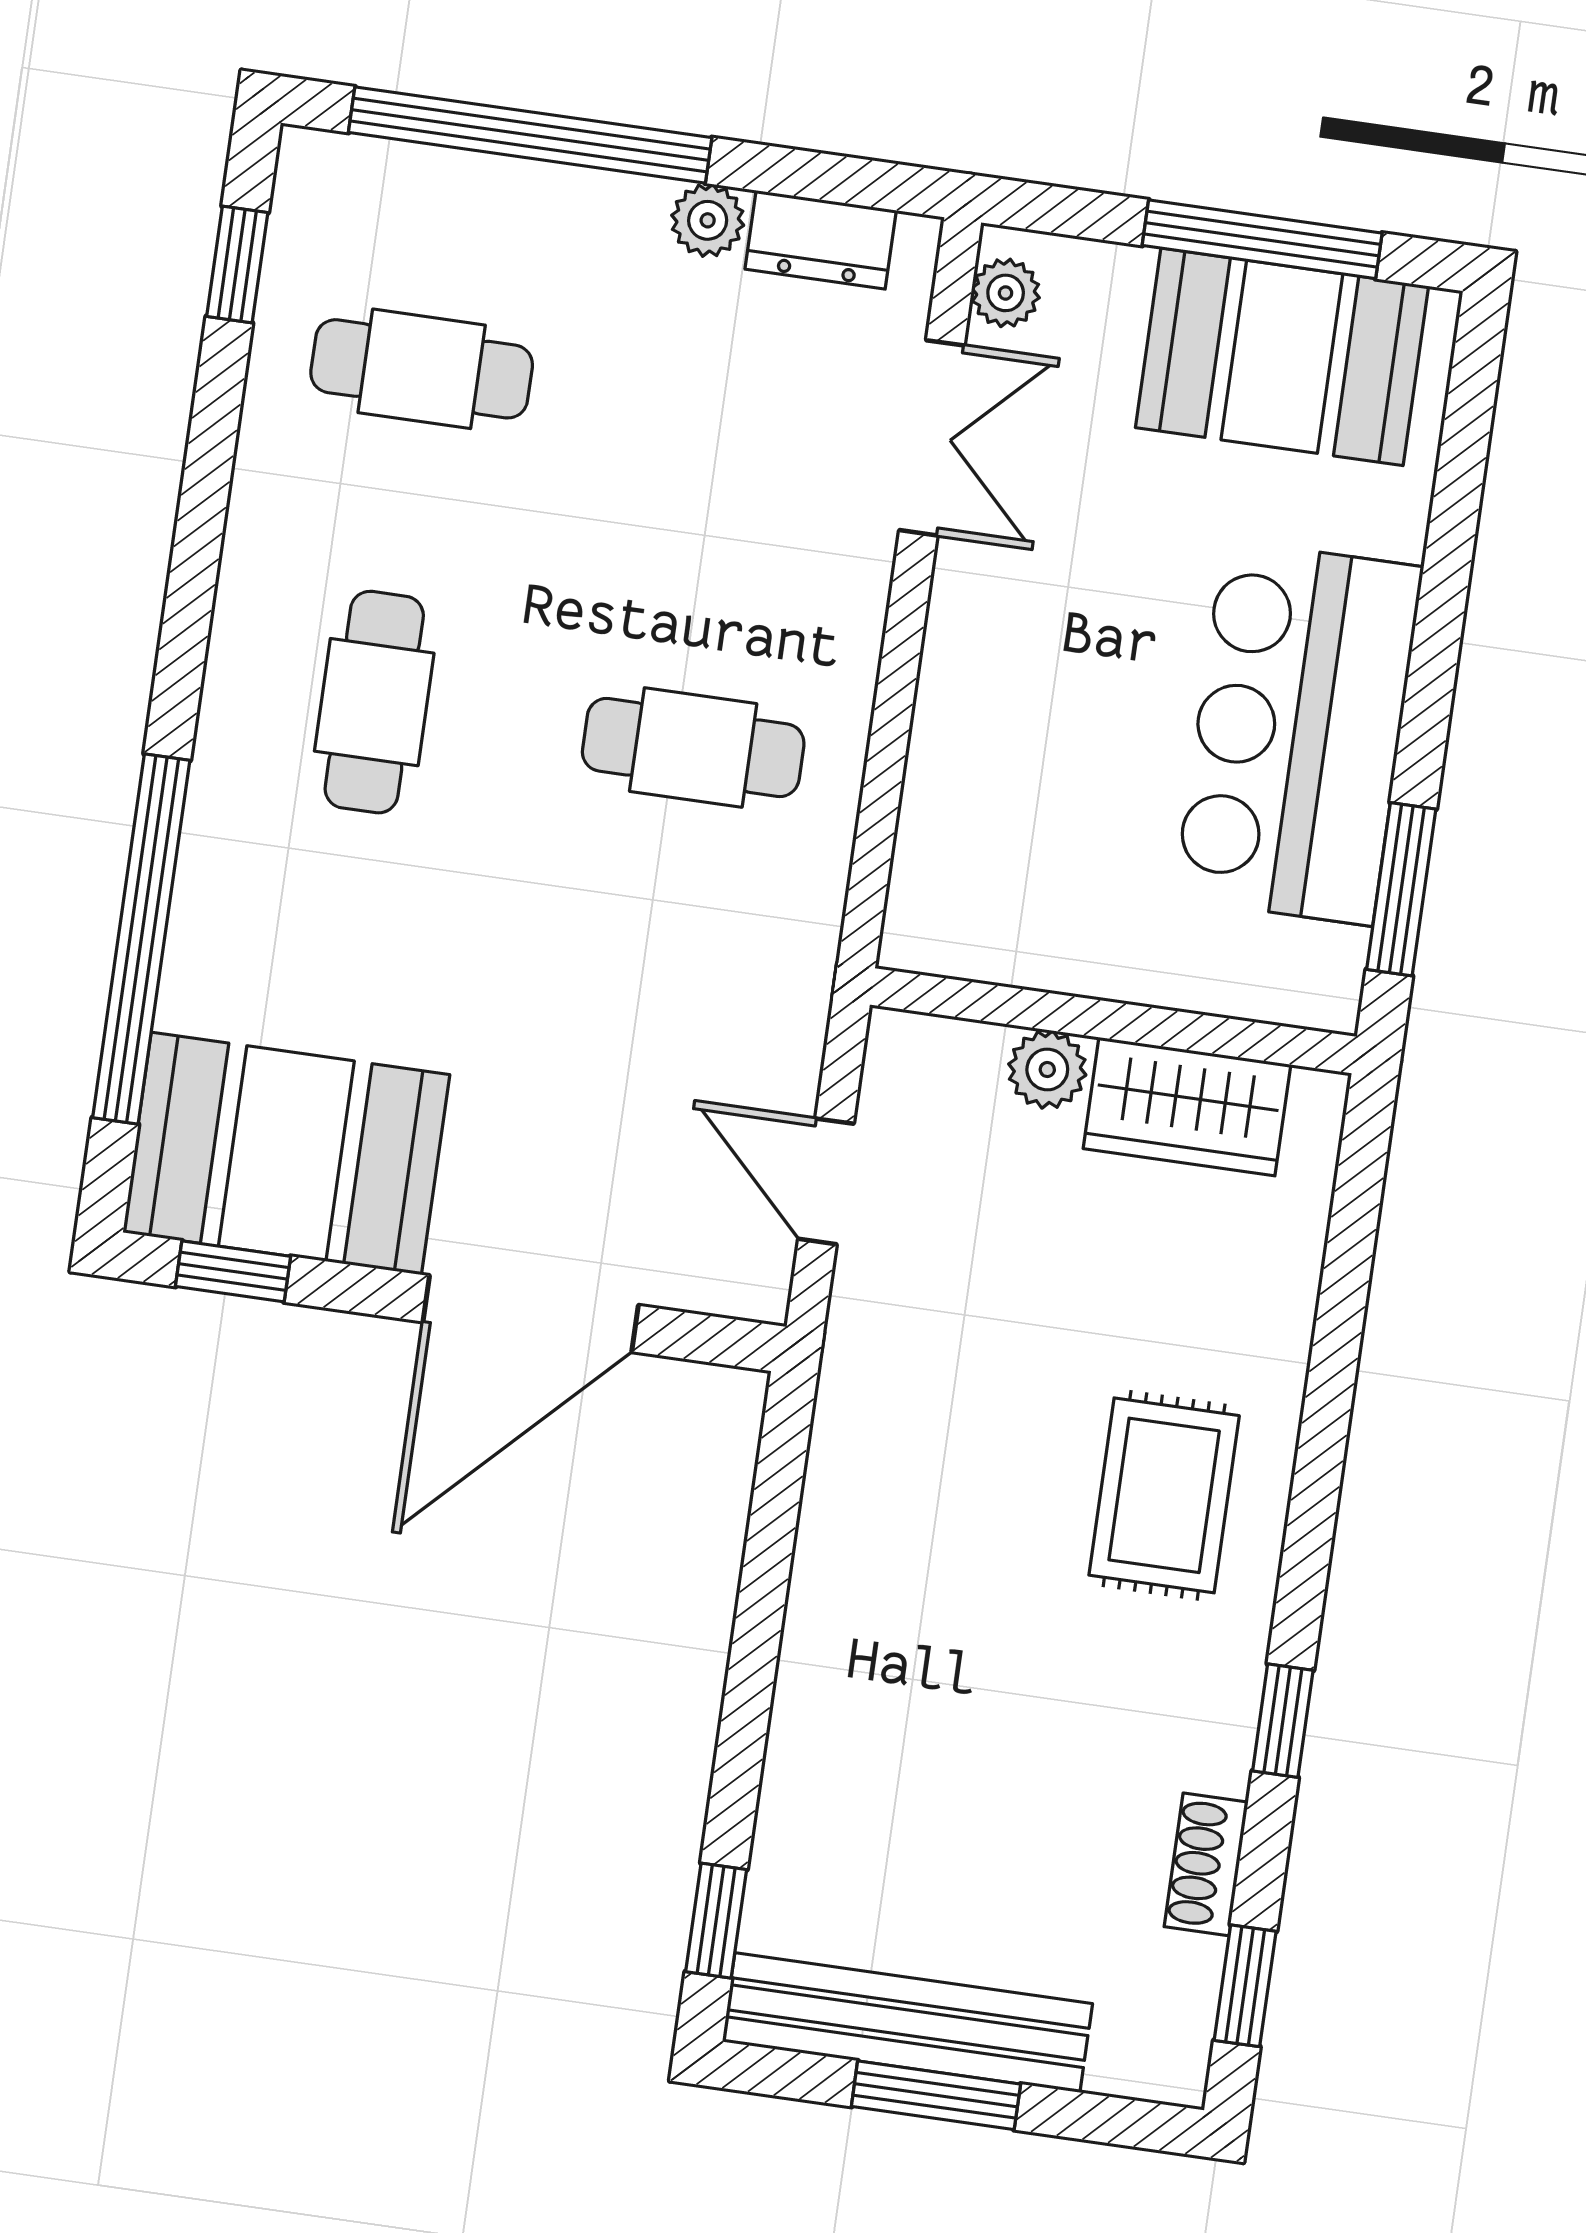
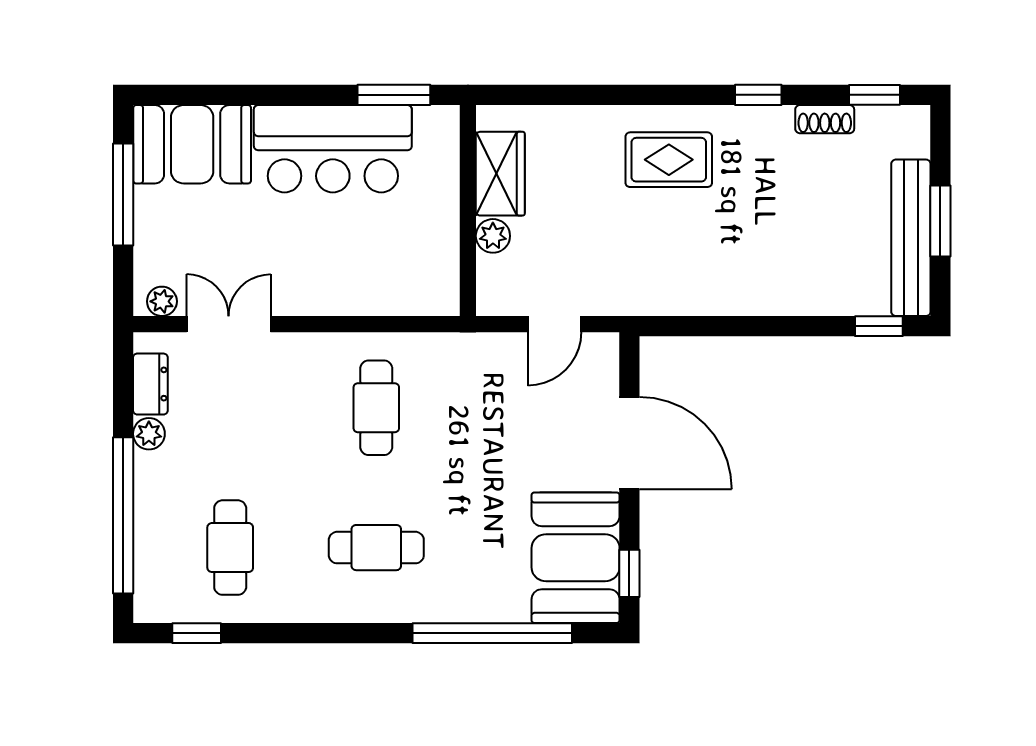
booth: (1282, 357) -> (192, 144), moved, turned 90

